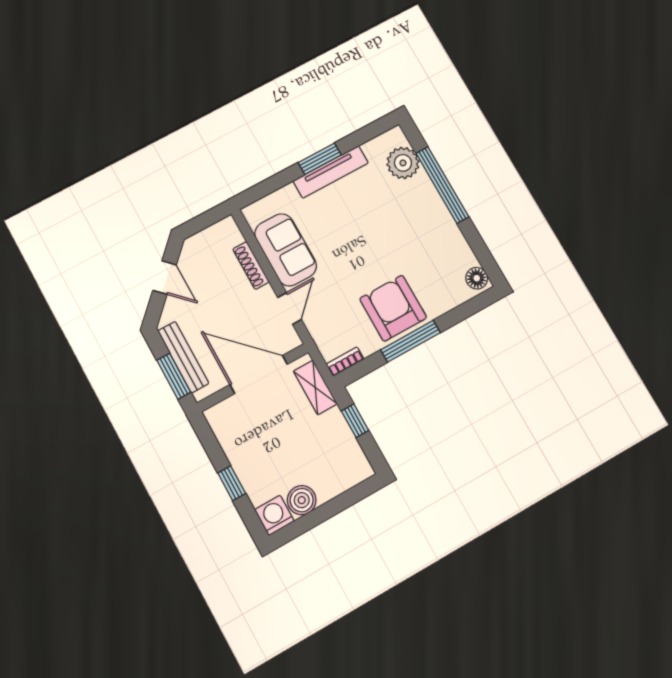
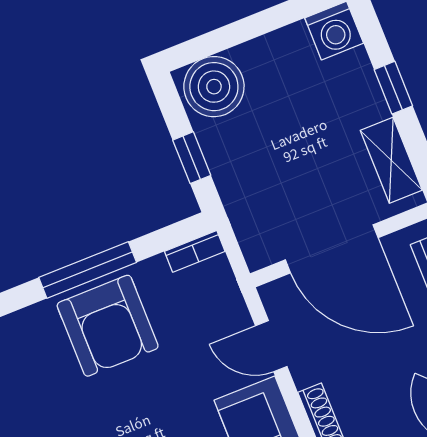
door: (289, 308) -> (271, 346), hinge flipped
shelving: (315, 387) -> (391, 160), moved
boiler: (302, 500) -> (214, 87), moved, width x1.37, depth x1.37

